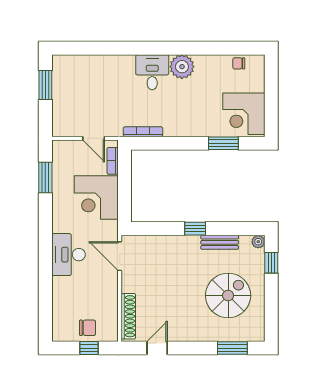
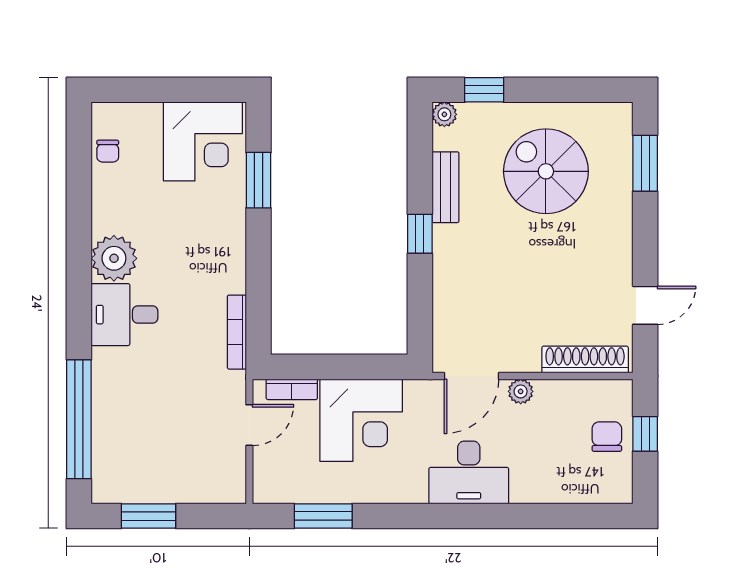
window: (97, 48) -> (79, 419), added
plant: (111, 282) -> (521, 391), added
door: (157, 348) -> (645, 305), swing flipped

